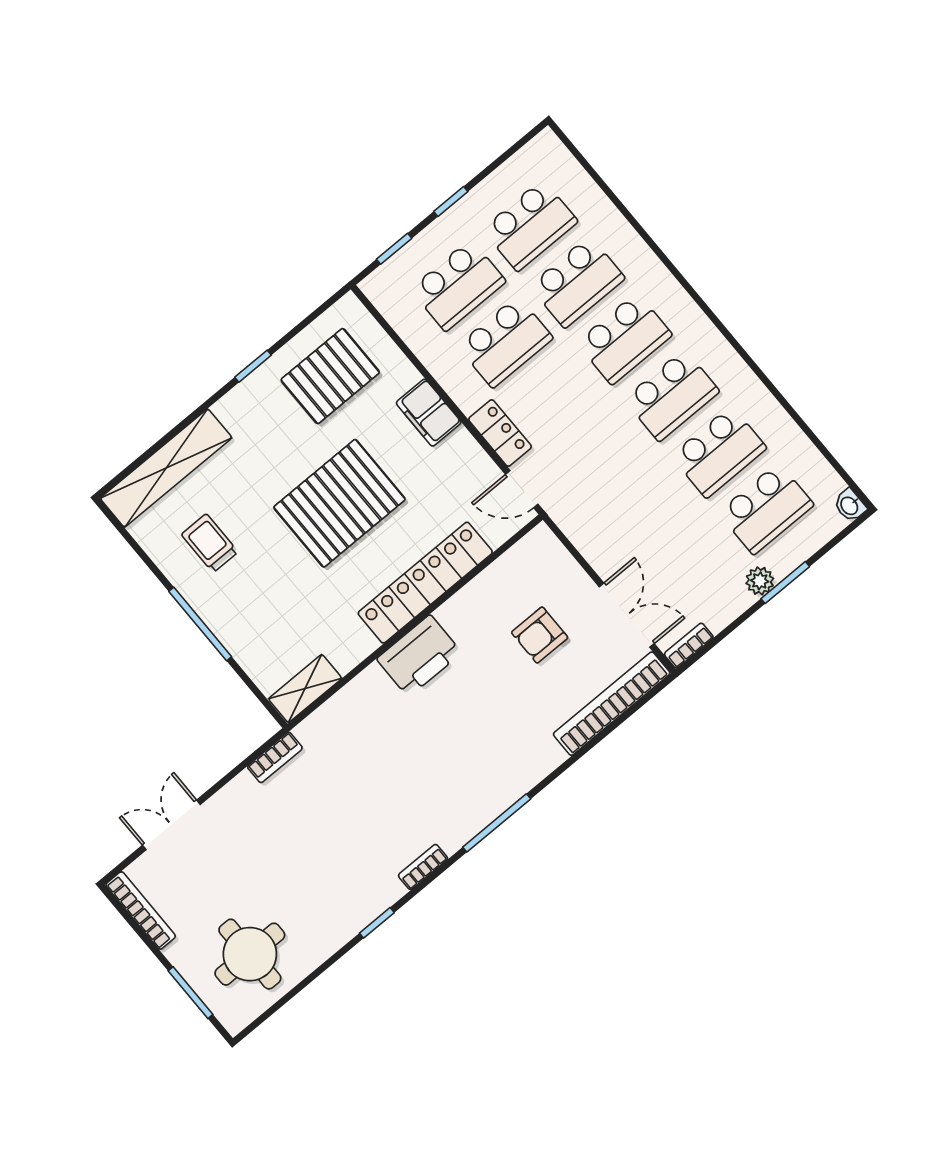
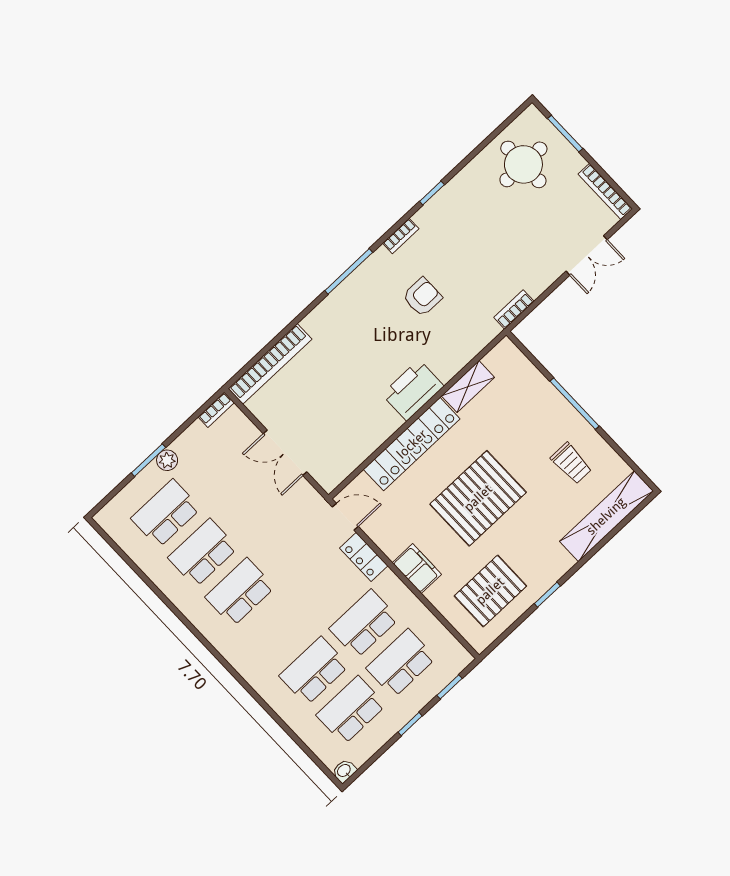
school desk: (624, 339) -> (277, 631), removed
washbasin: (850, 505) -> (344, 771), moved, turned -90
double door: (627, 615) -> (285, 453), moved
armchair: (540, 635) -> (422, 297), moved
shelving: (305, 689) -> (468, 387), moved

